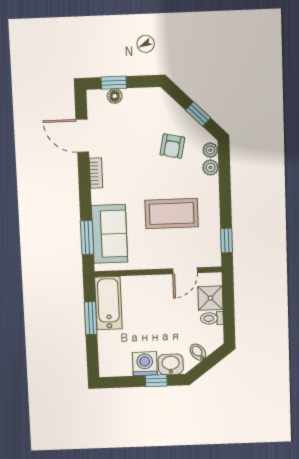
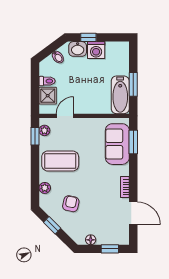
floor lamp: (115, 96) -> (91, 240), moved
plant: (210, 150) -> (44, 130), moved
coffee table: (172, 214) -> (60, 161), moved

